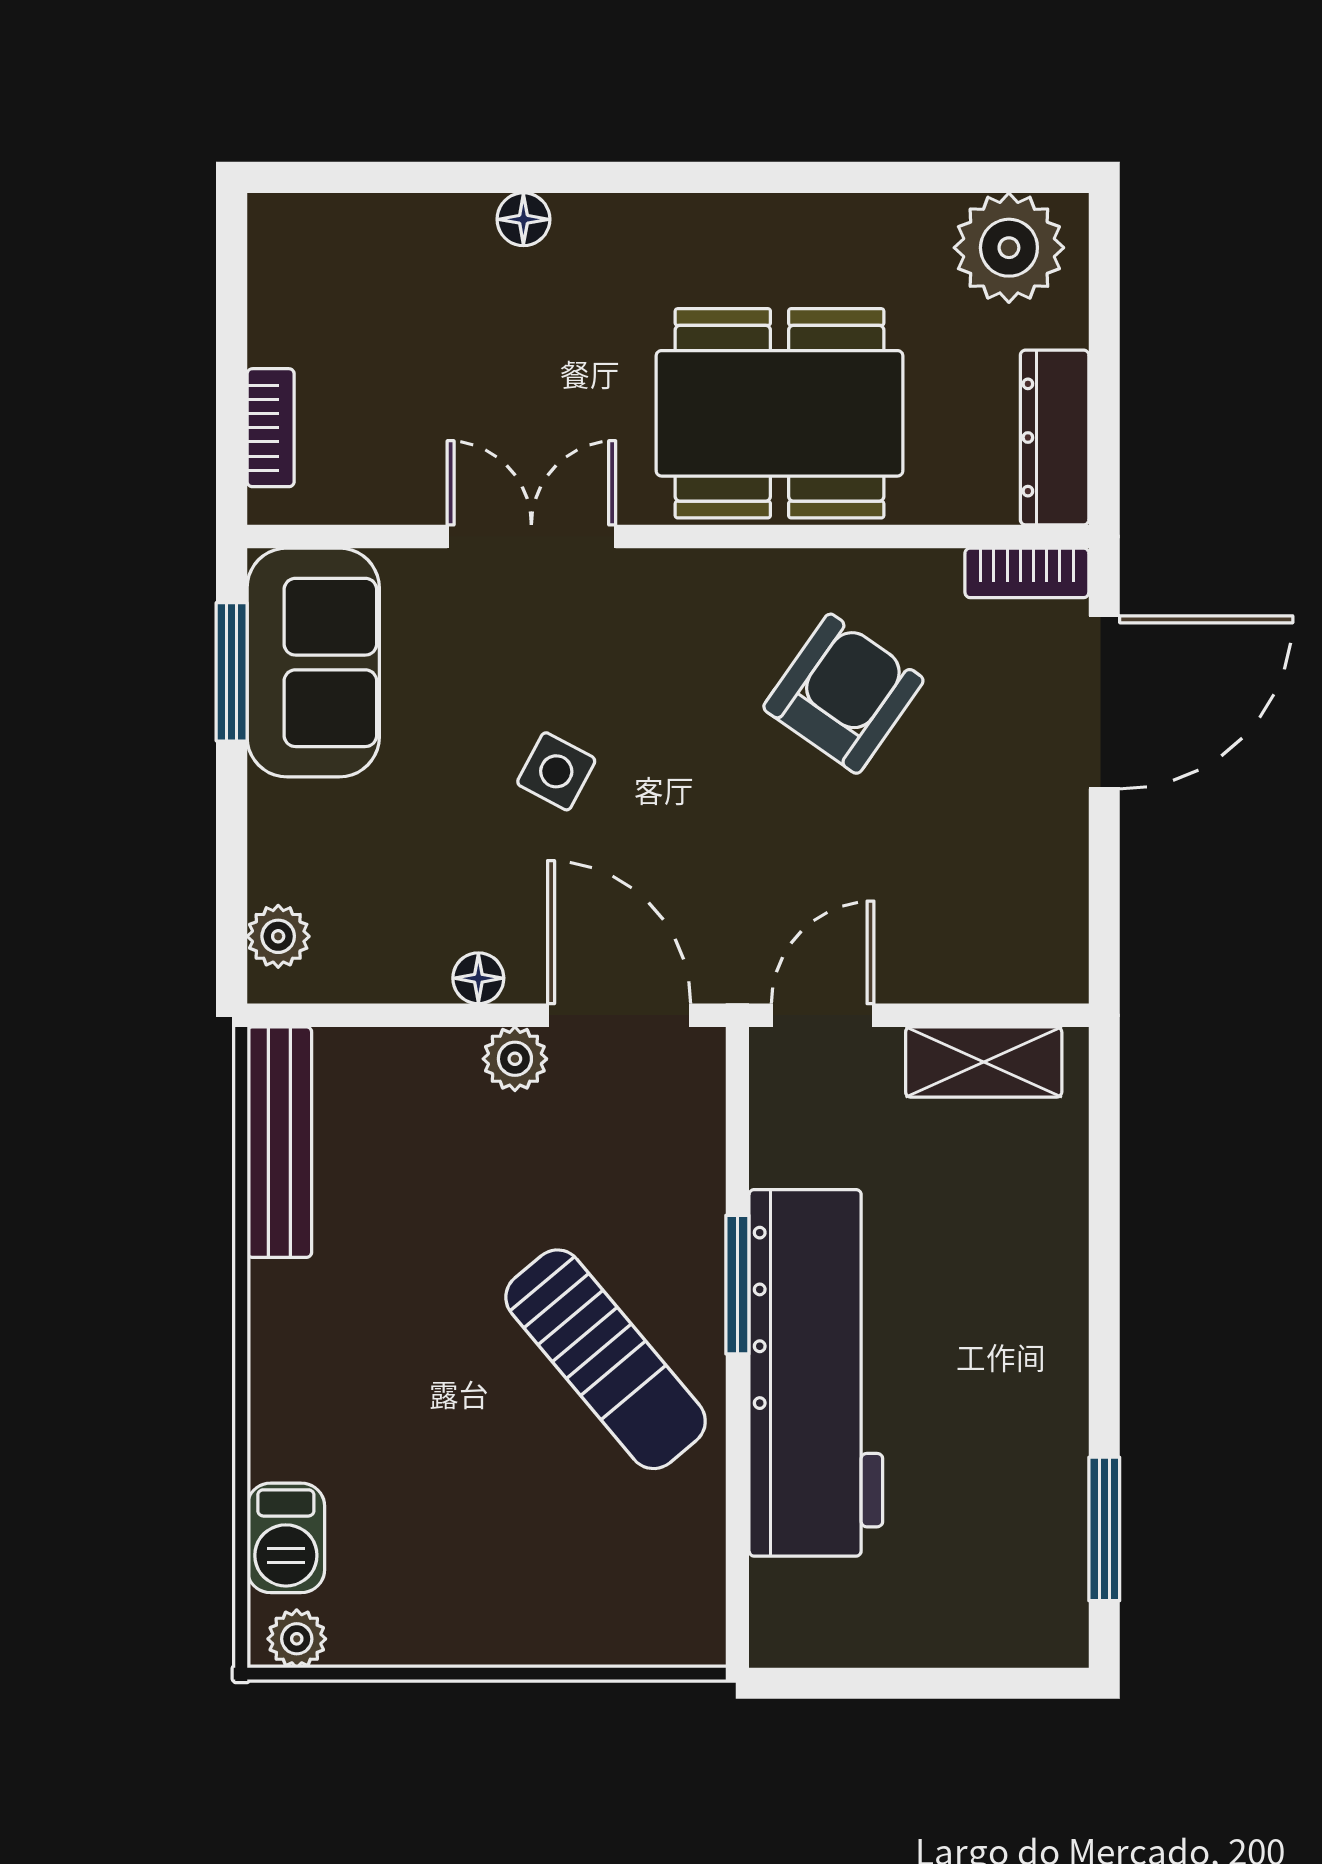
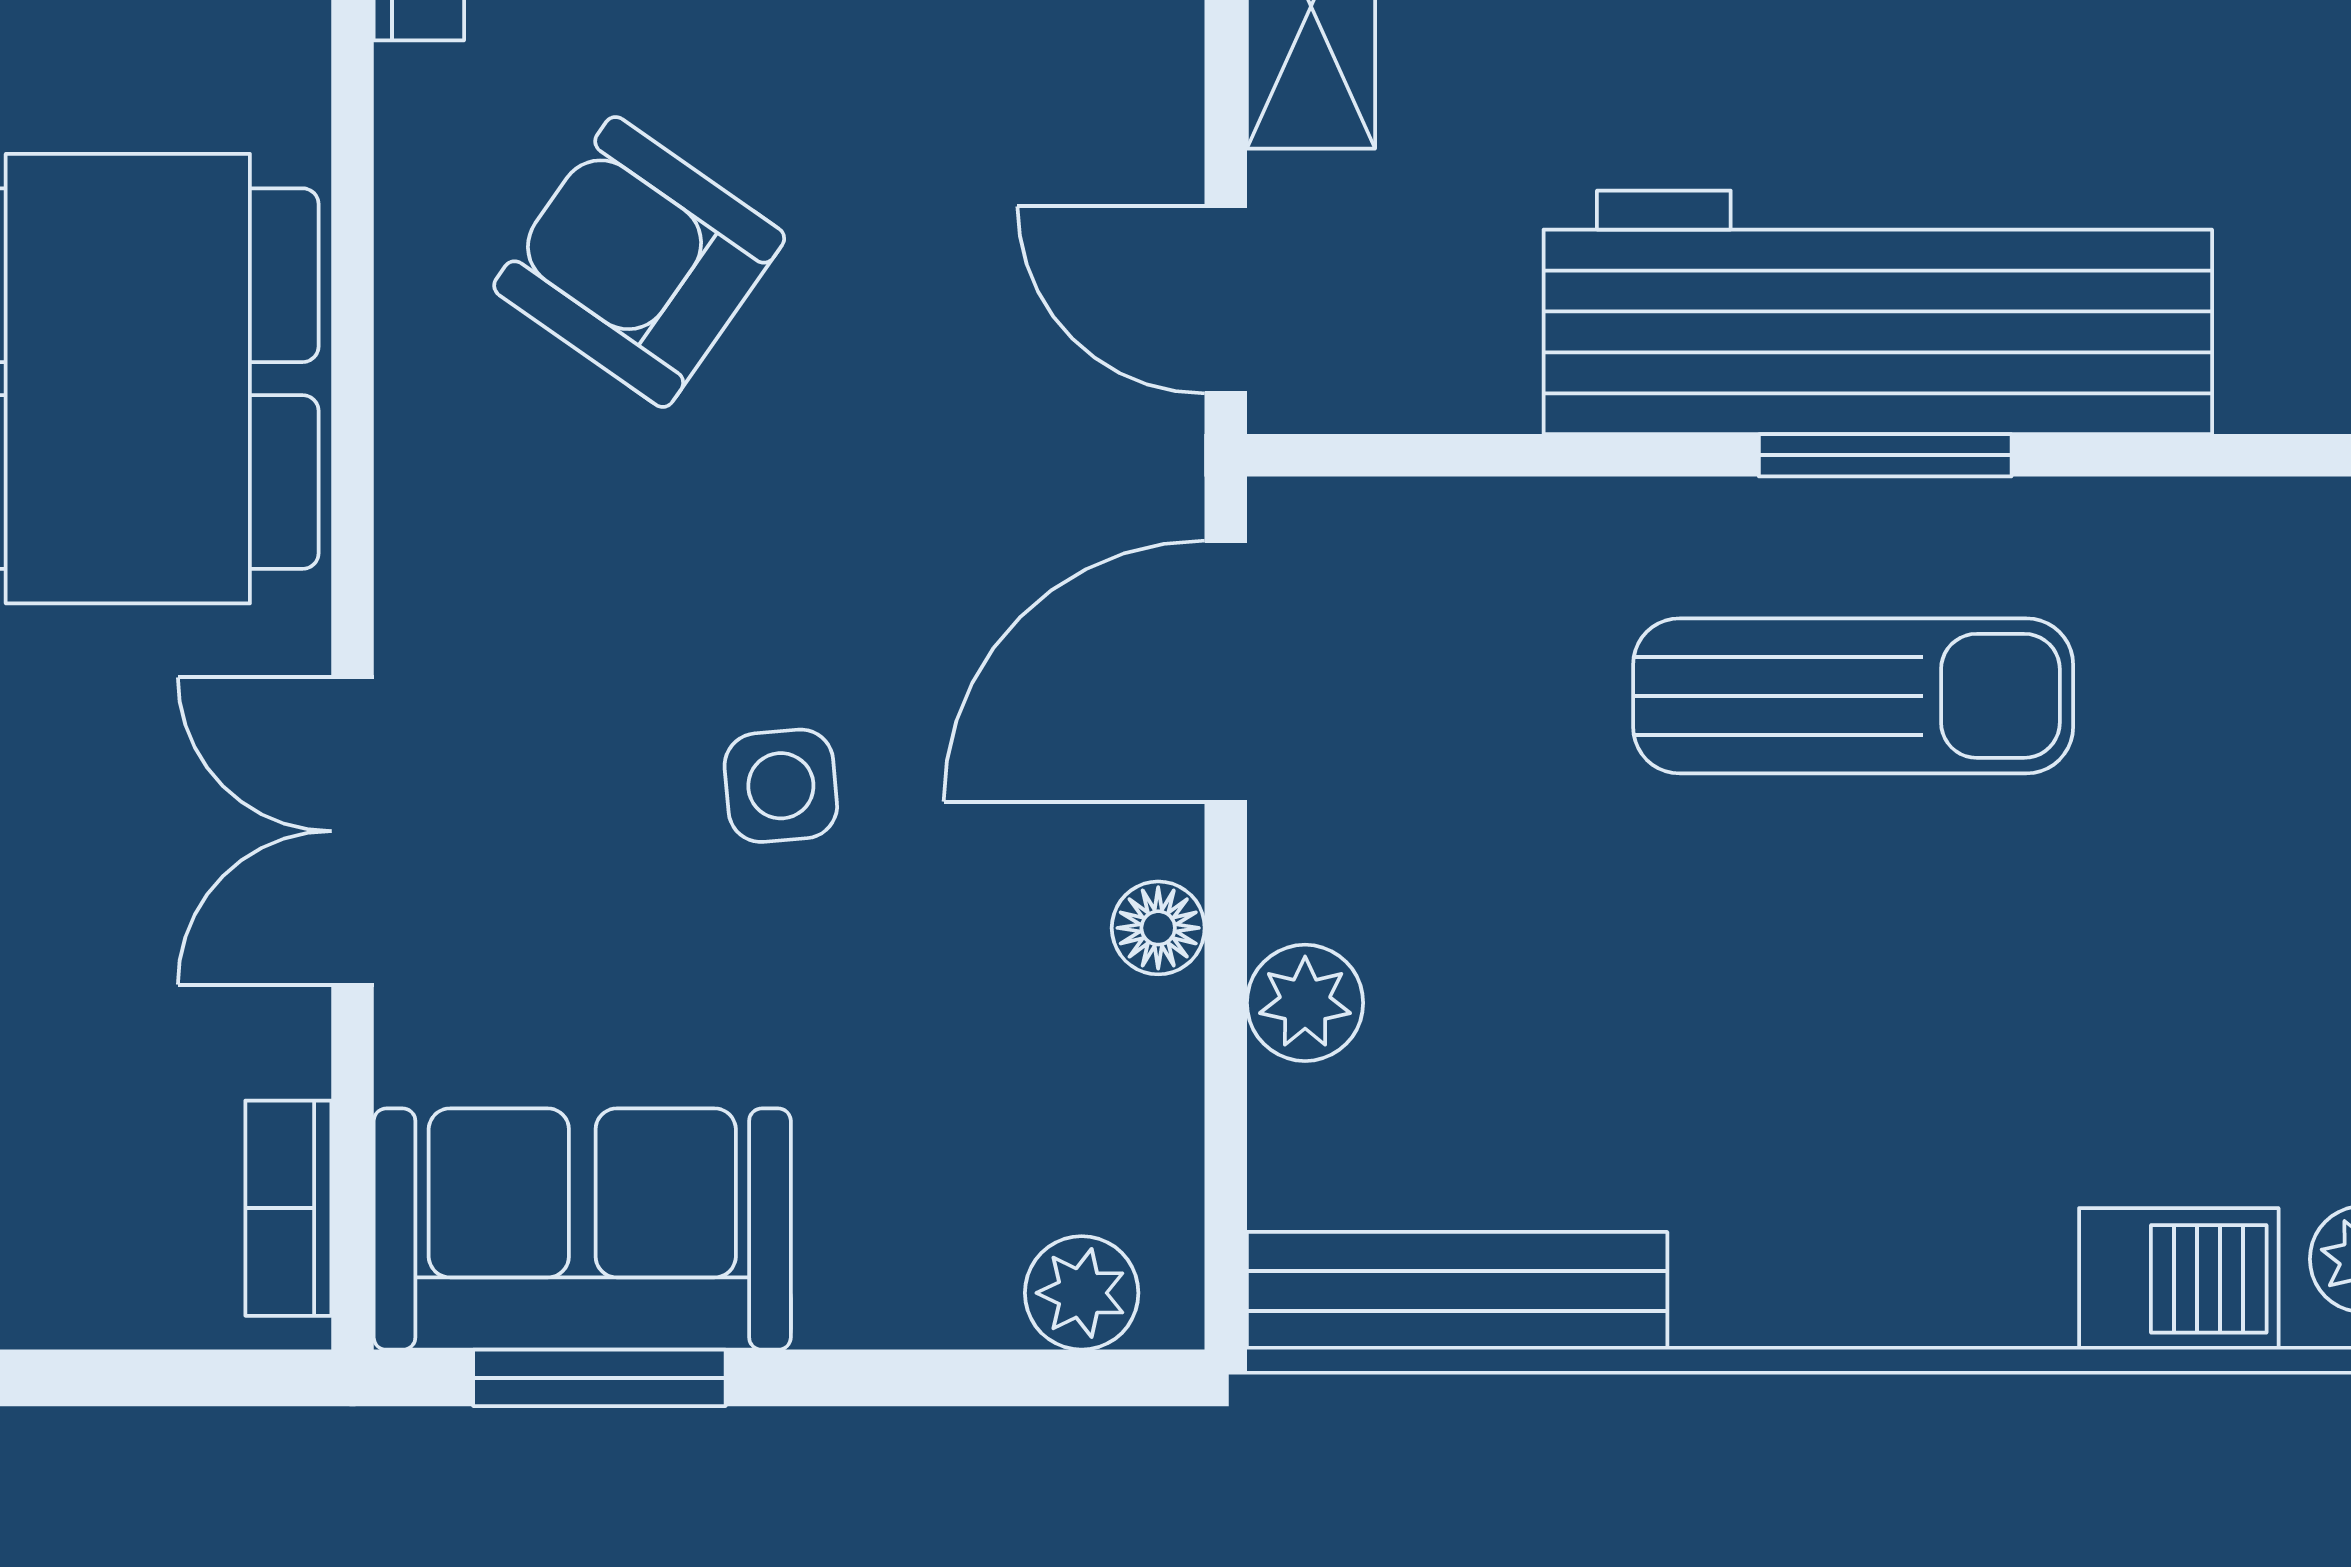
bookcase: (271, 428) -> (288, 1208), moved, turned -90
side table: (556, 771) -> (781, 786), turned -33
plant: (515, 1059) -> (1305, 1003), moved
window: (737, 1285) -> (1885, 455), moved
sun lounger: (606, 1359) -> (1853, 696), turned 40

